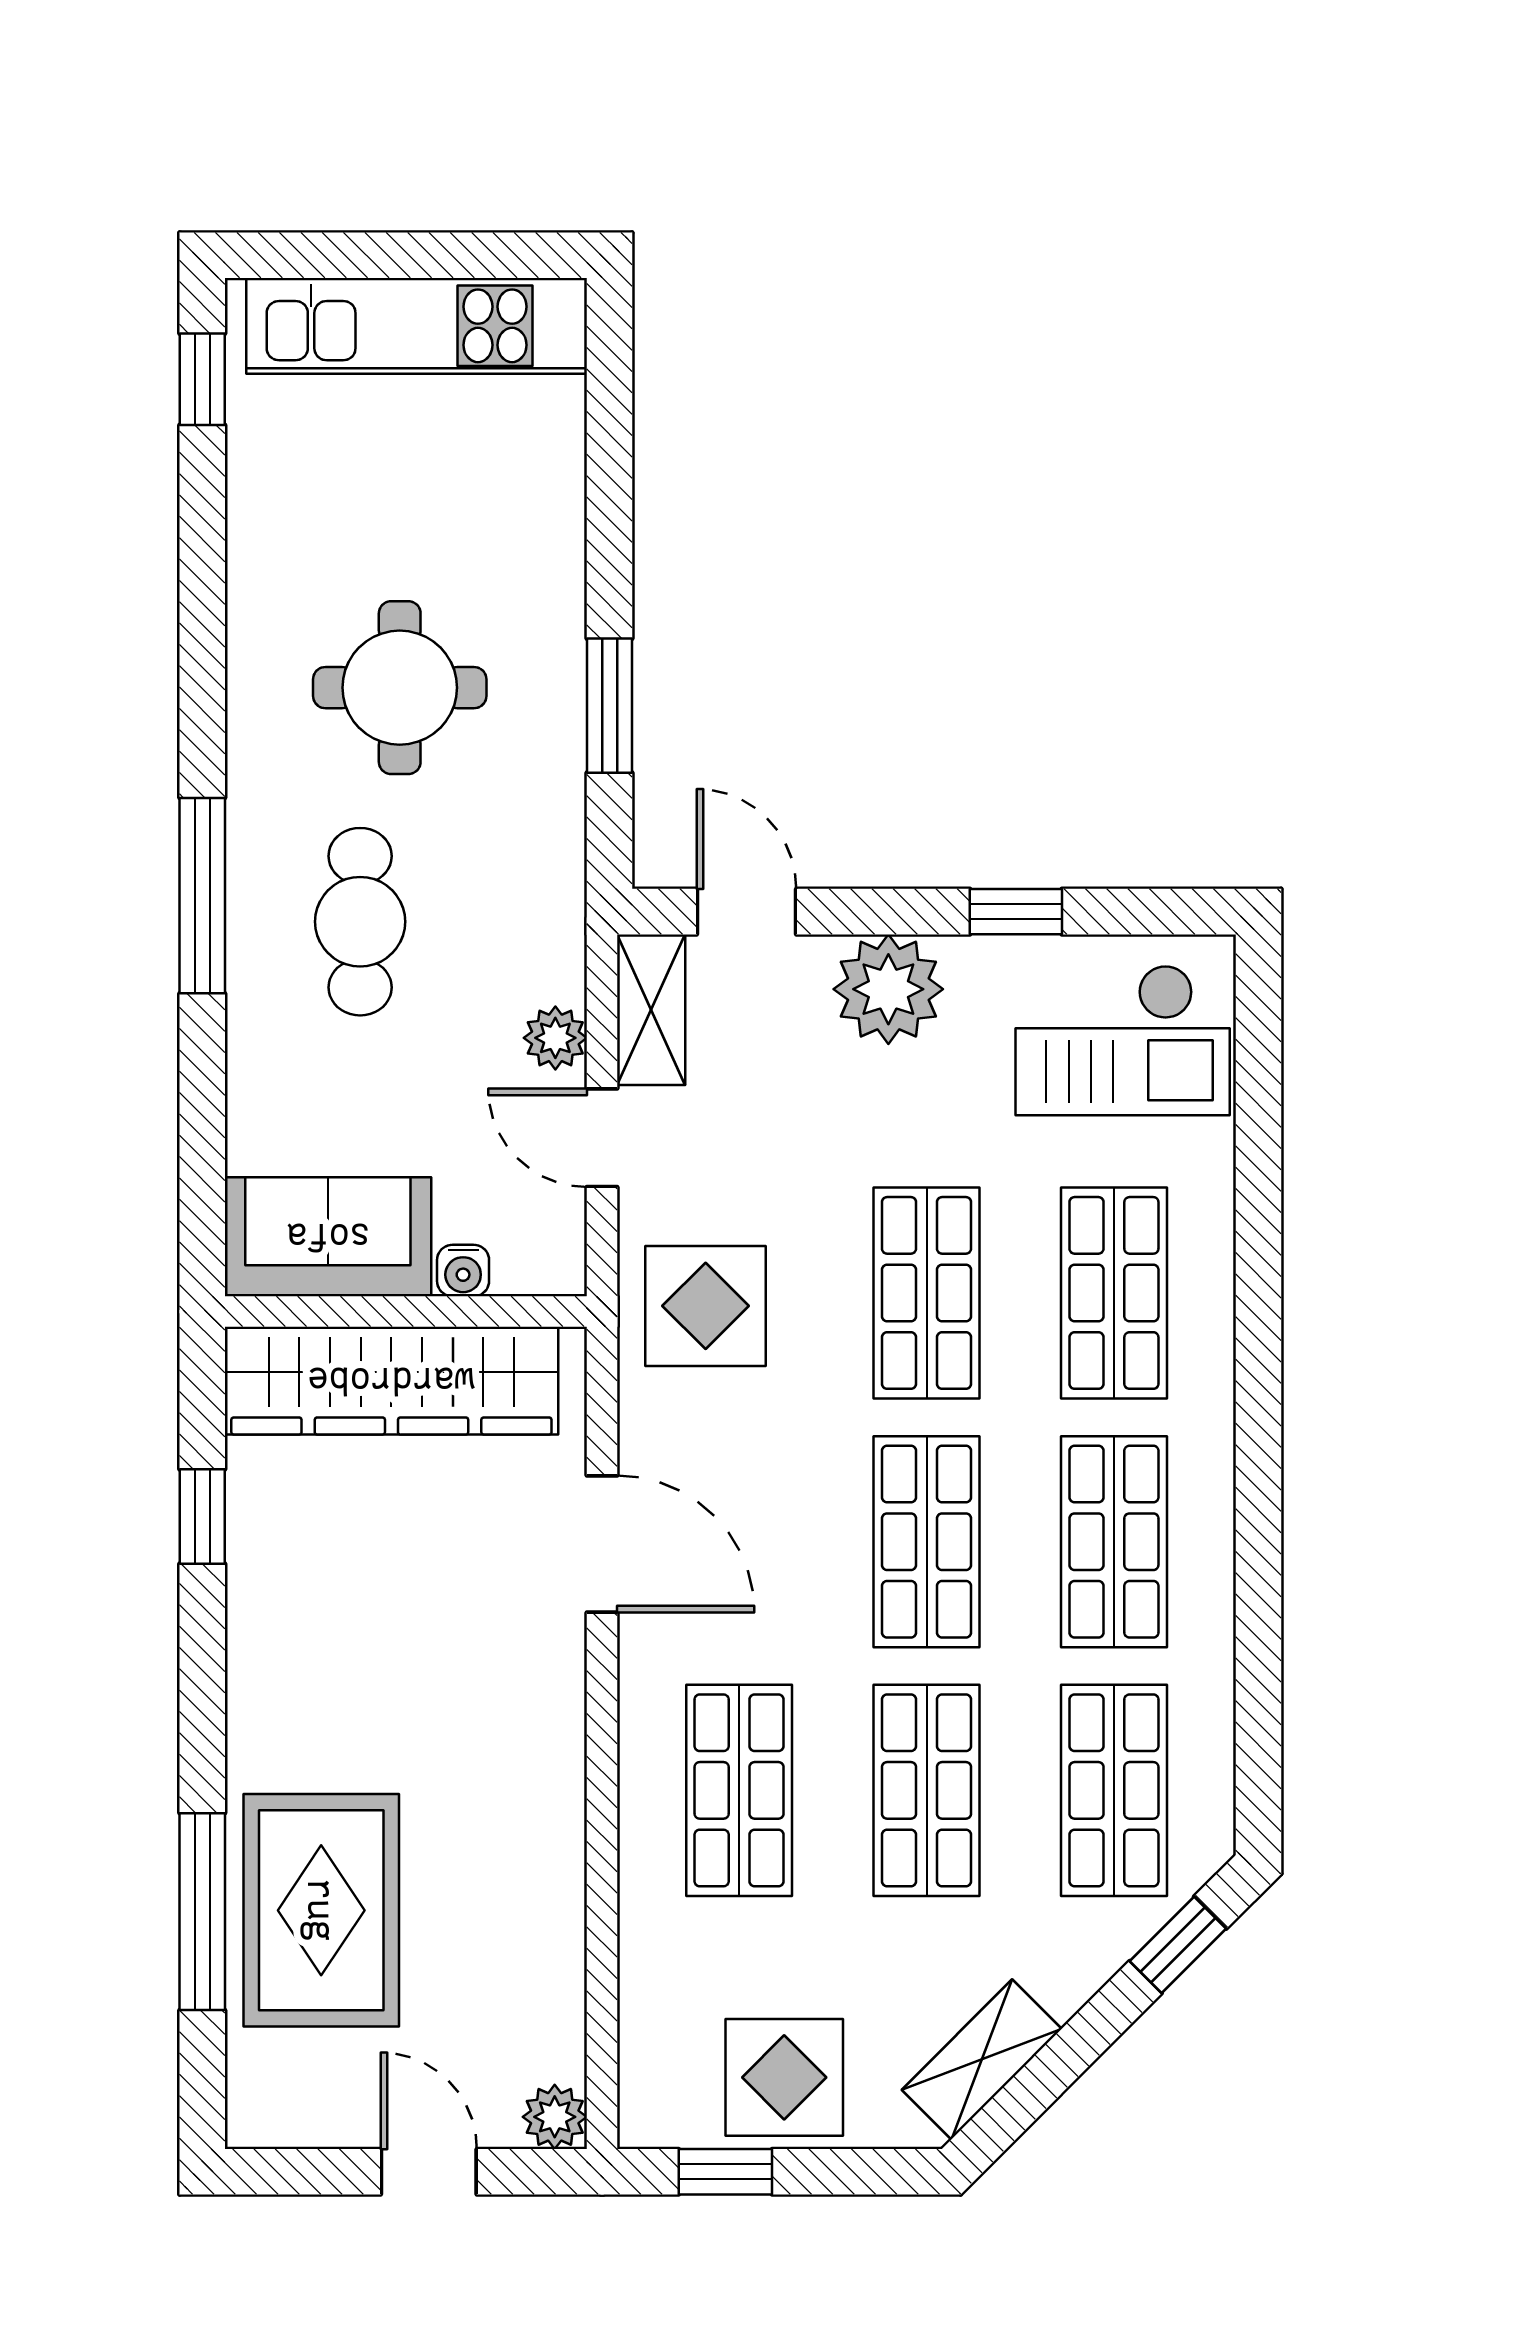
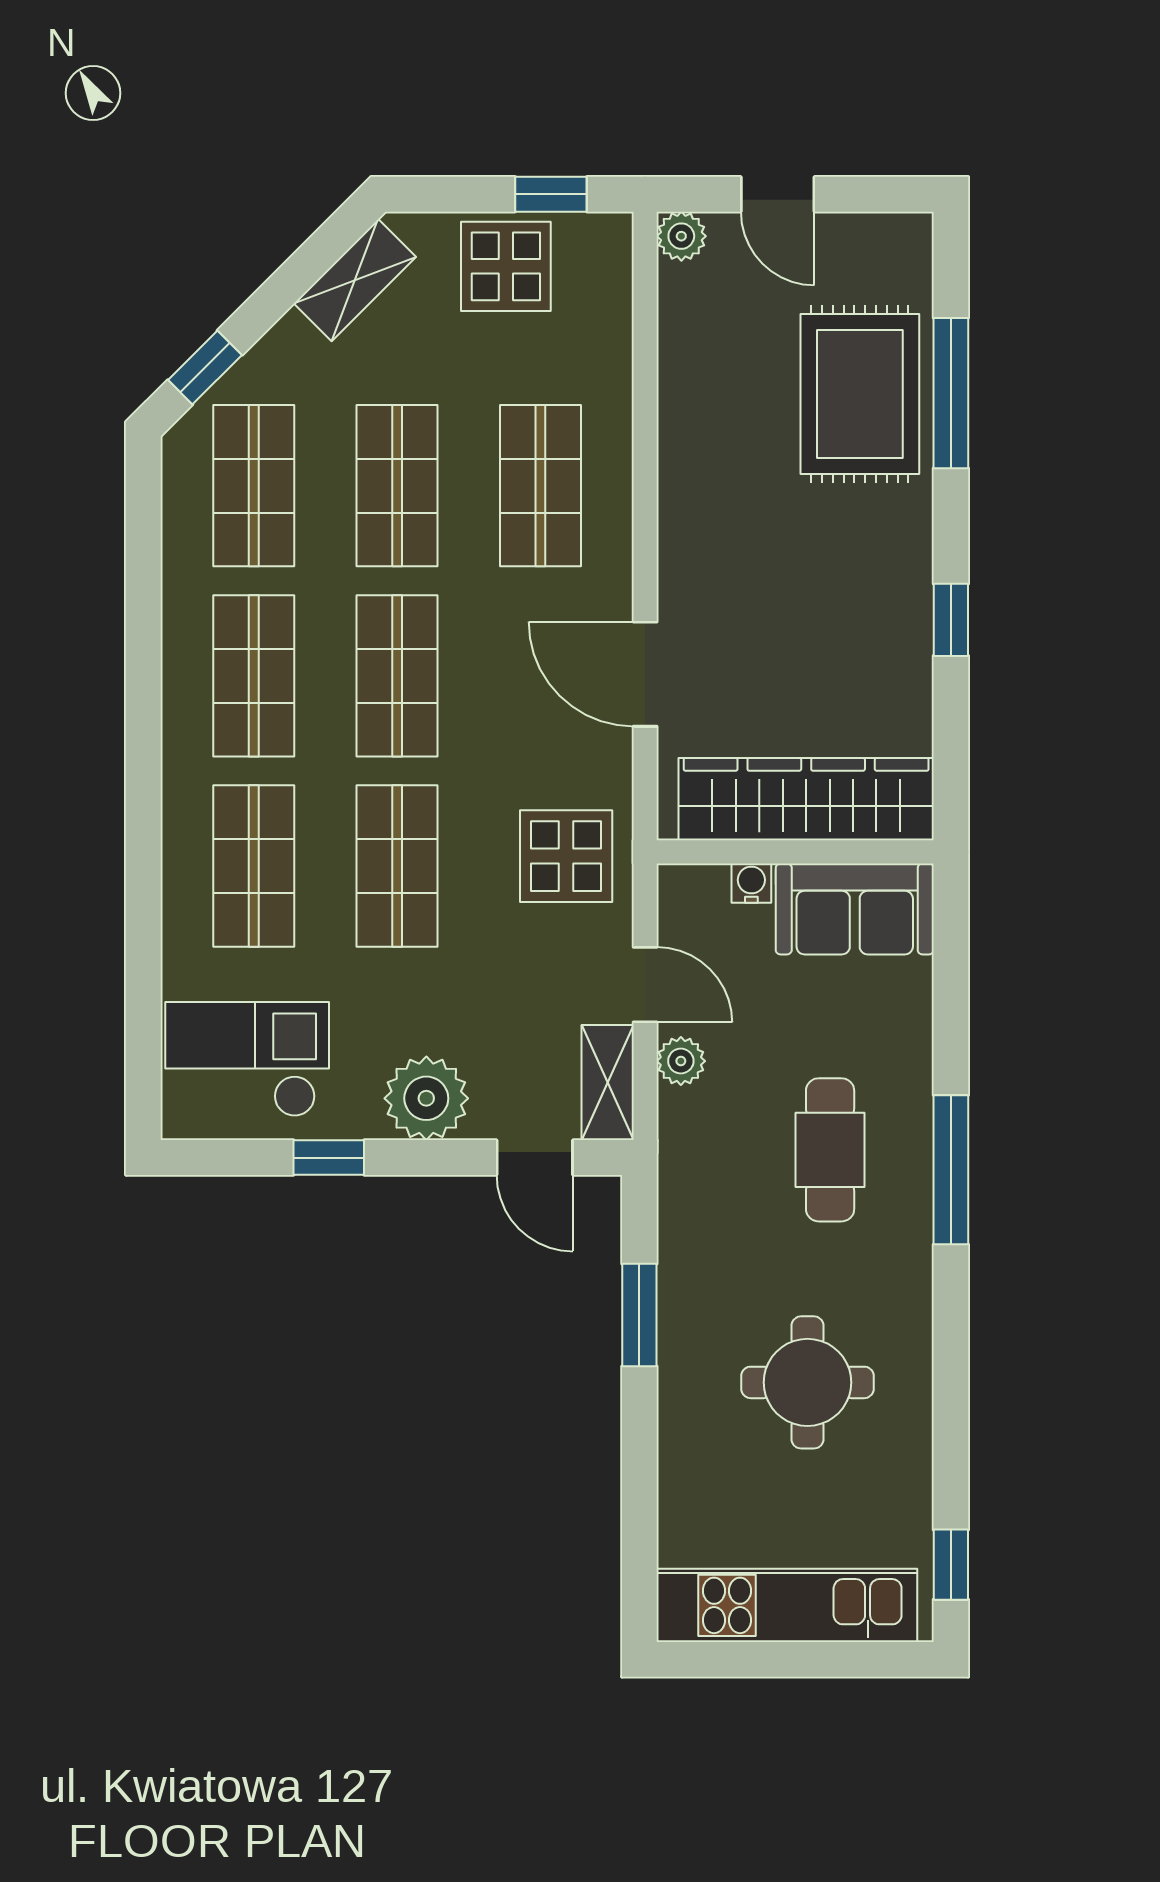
round table: (400, 688) -> (807, 1382), moved
window: (202, 1516) -> (951, 620), moved

